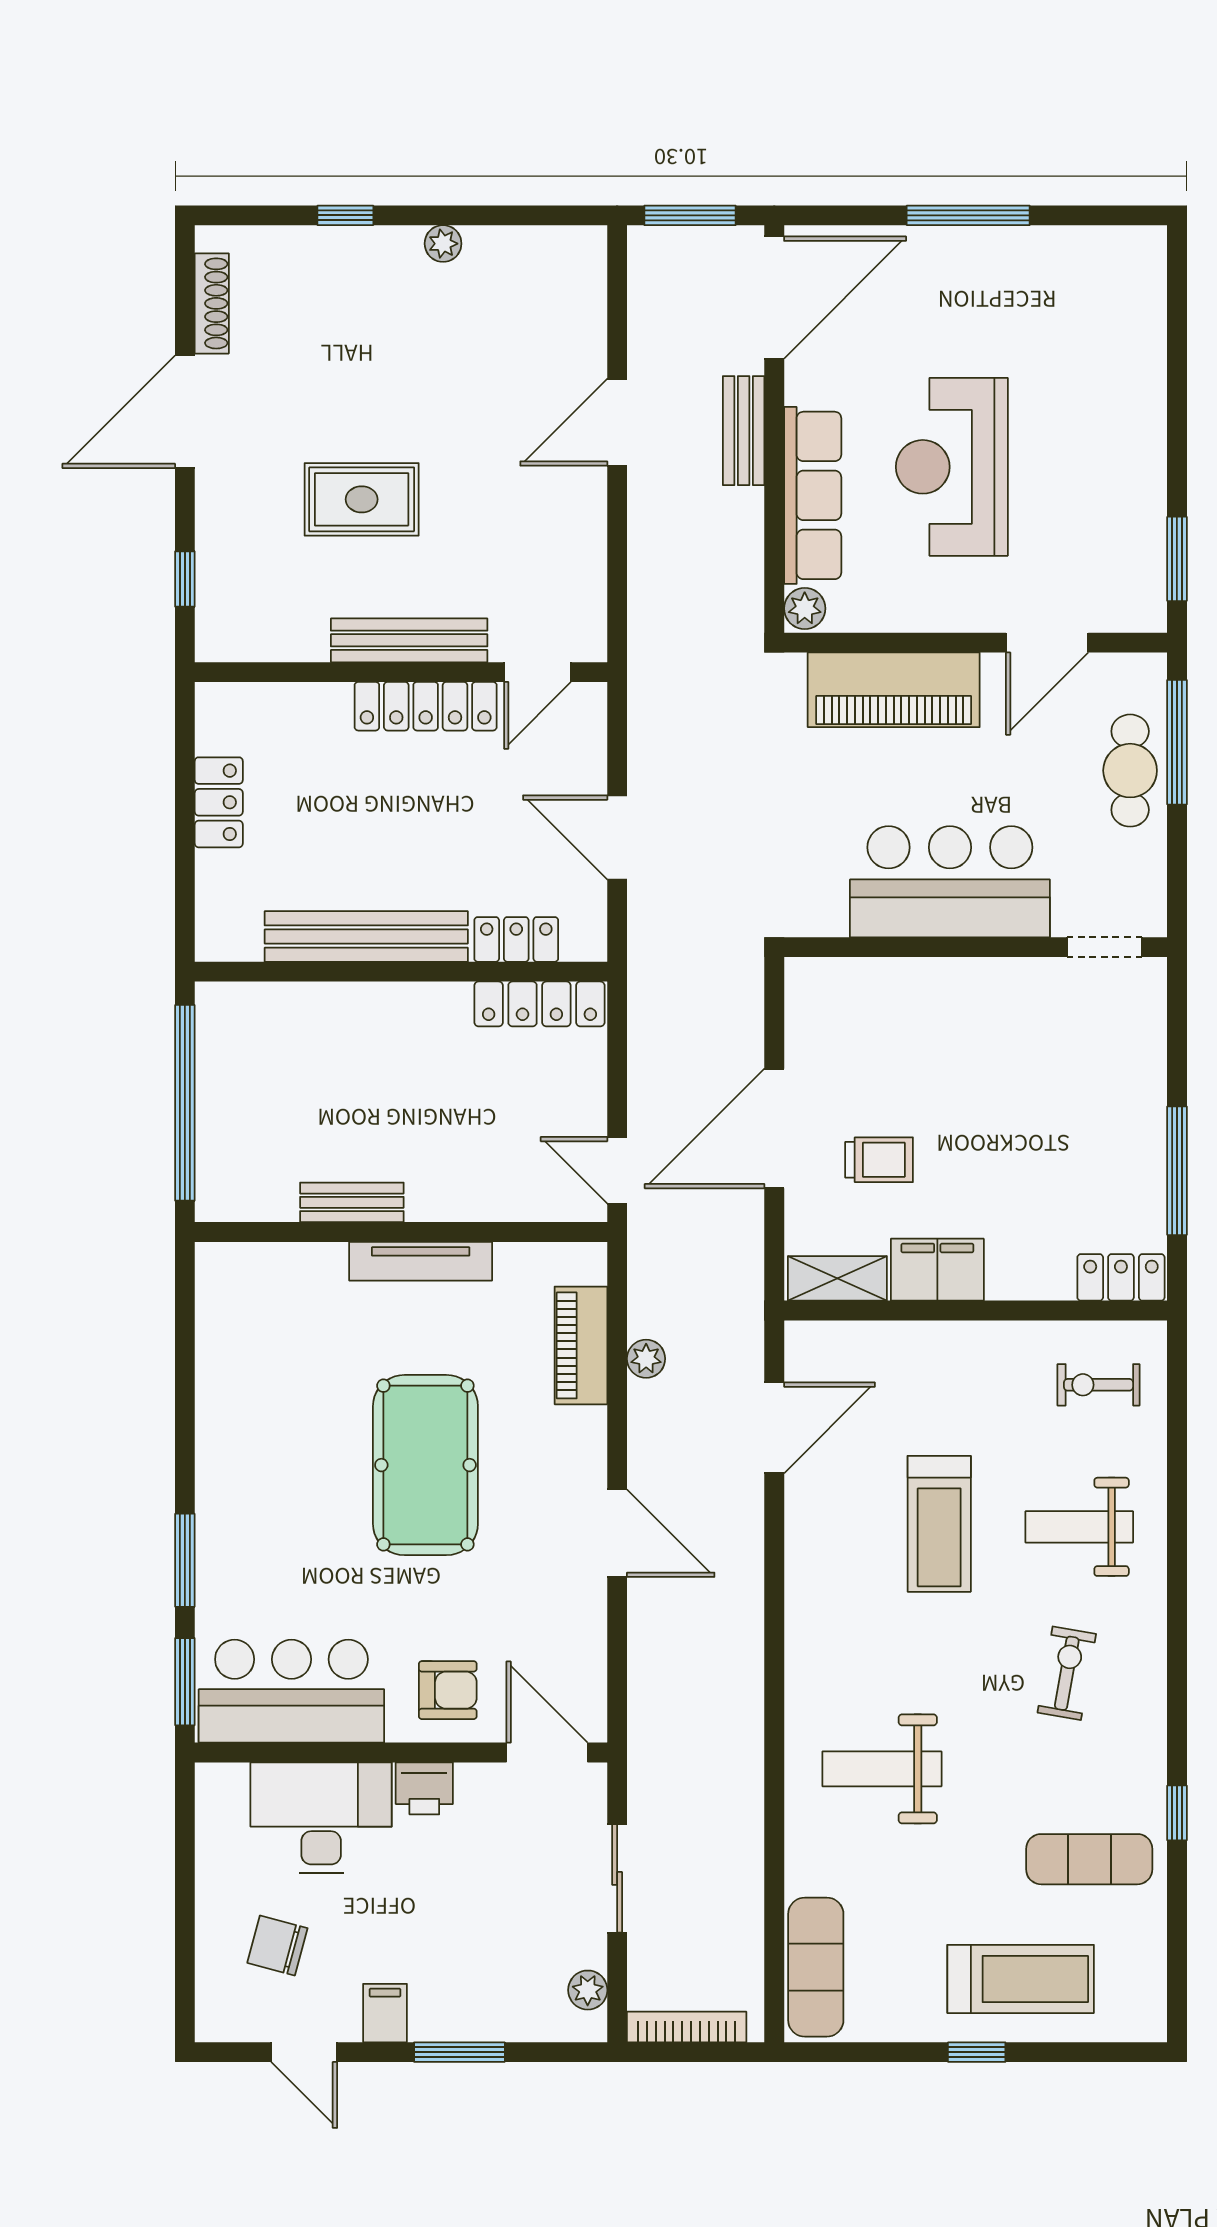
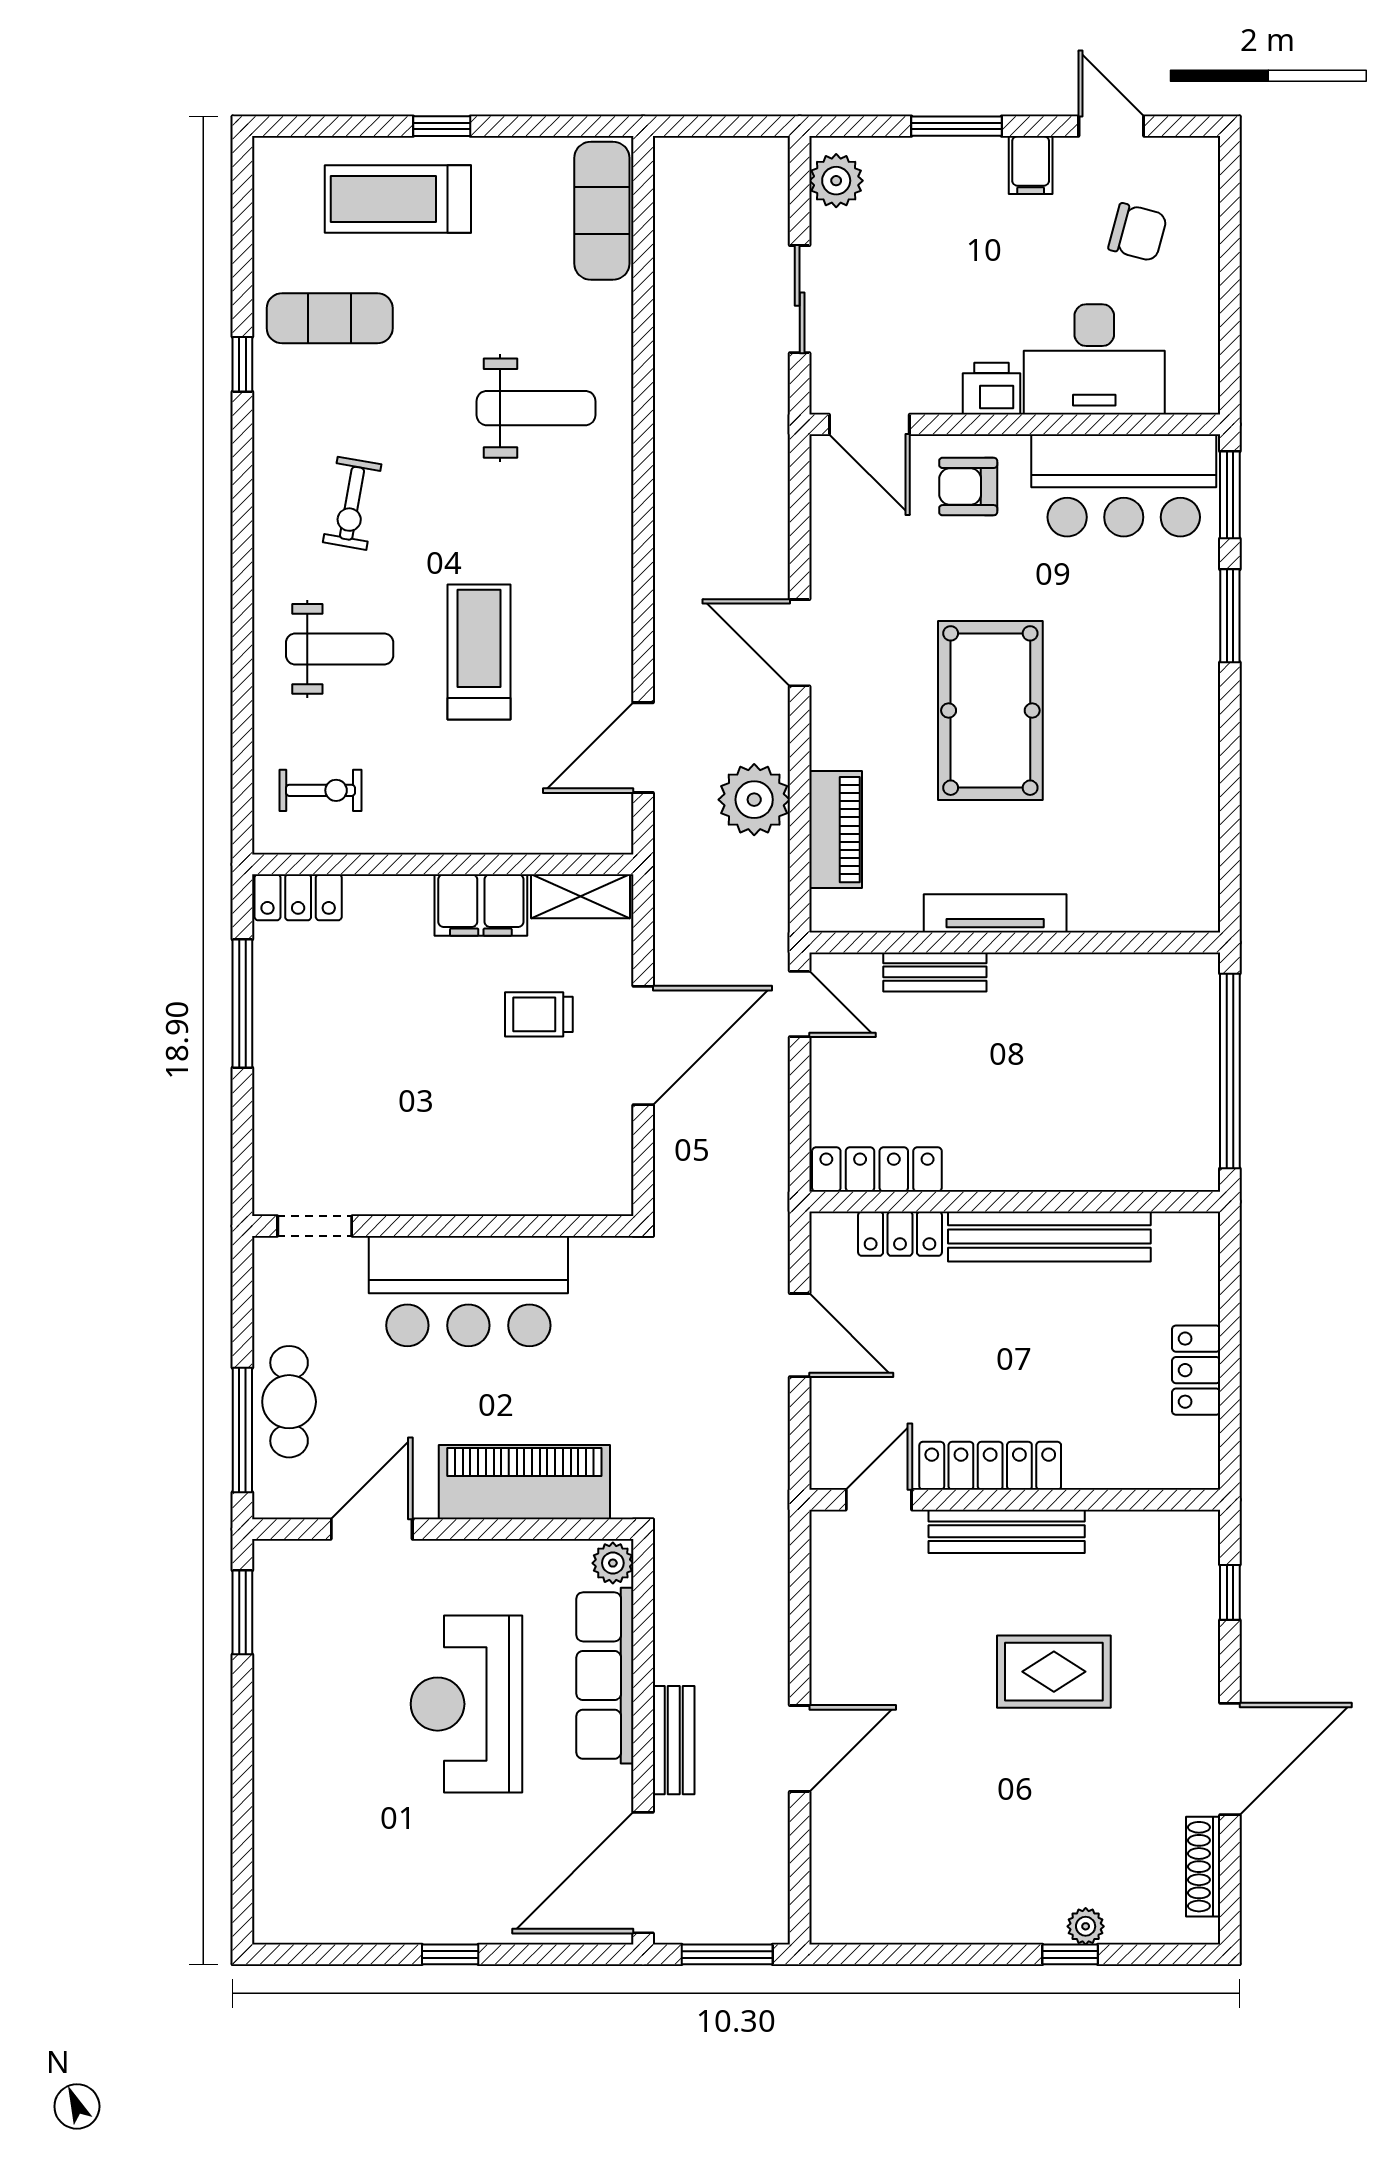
window: (968, 215) -> (450, 1954), width x0.46
plant: (443, 244) -> (1086, 1926), moved
reception desk: (952, 467) -> (466, 1704), turned 180
bench: (352, 1202) -> (935, 972), moved
plant: (646, 1359) -> (754, 800), width x1.88, depth x1.88
plant: (588, 1990) -> (836, 181), width x1.38, depth x1.38
bookcase: (687, 2027) -> (730, 151), removed

